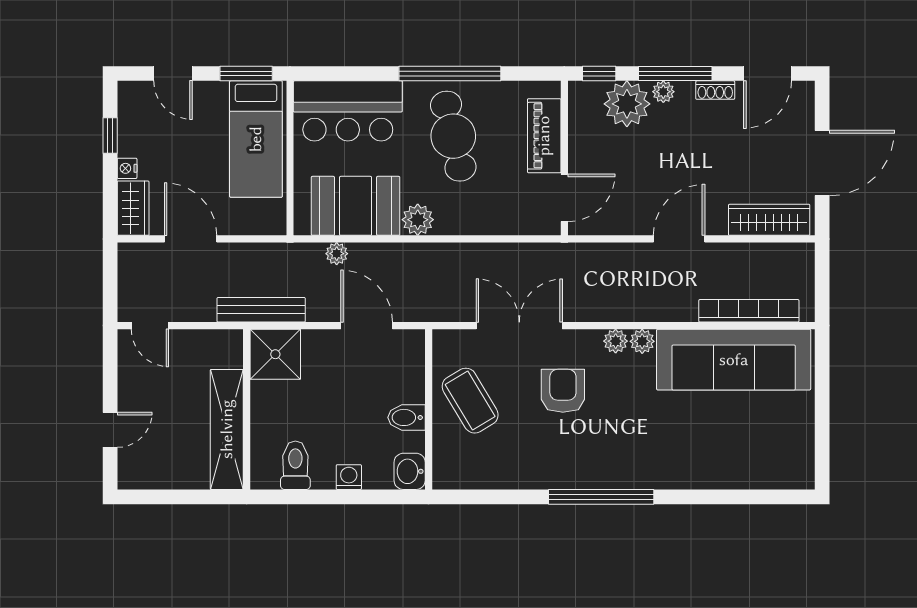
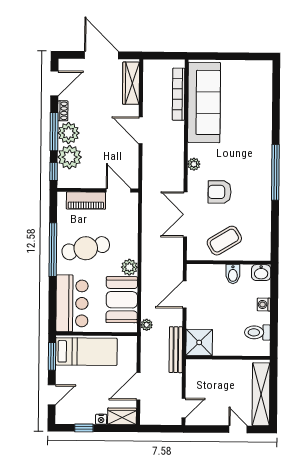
door: (767, 73) -> (54, 83), hinge flipped
plant: (663, 92) -> (69, 133), width x1.88, depth x1.88
plant: (337, 254) -> (147, 325), moved
plant: (642, 341) -> (194, 150), removed
shelving: (227, 429) -> (261, 394), moved, turned 90

